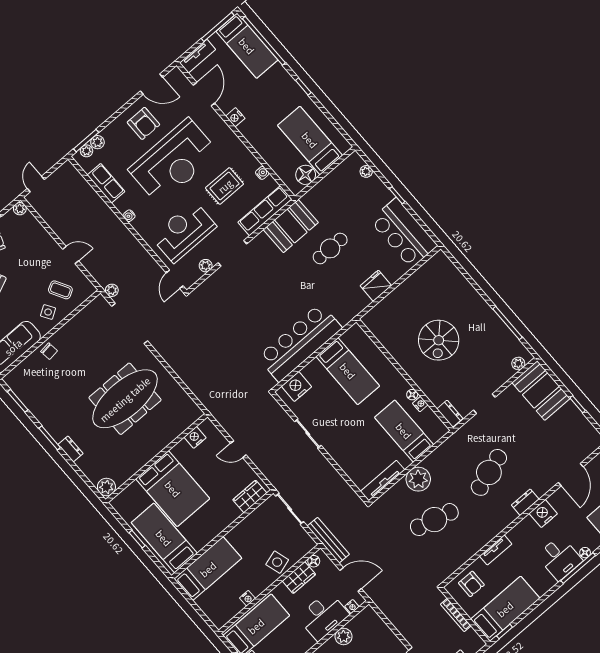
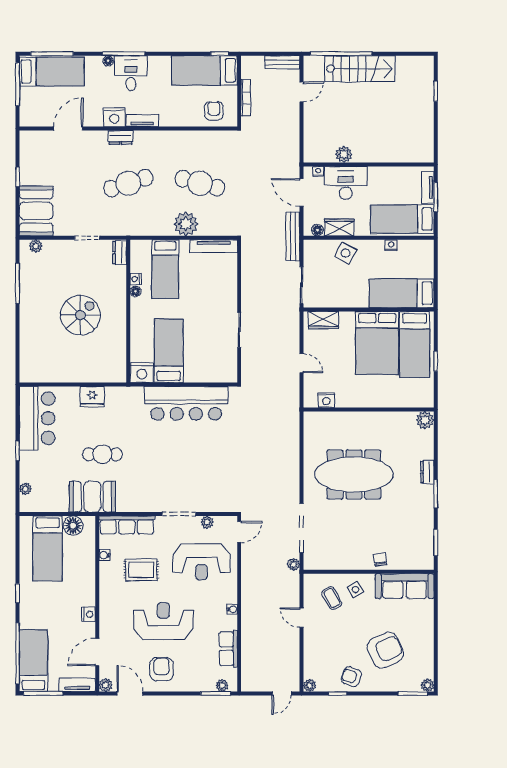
plant: (97, 142) -> (106, 685), moved
reception desk: (174, 161) -> (163, 621), width x0.74, depth x0.77
booth: (291, 226) -> (92, 497), moved
nightstand: (296, 387) -> (142, 372), moved
bed: (173, 489) -> (377, 343), moved, turned 180
tv unit: (496, 550) -> (142, 121), moved
side table: (277, 562) -> (345, 253), turned 45

